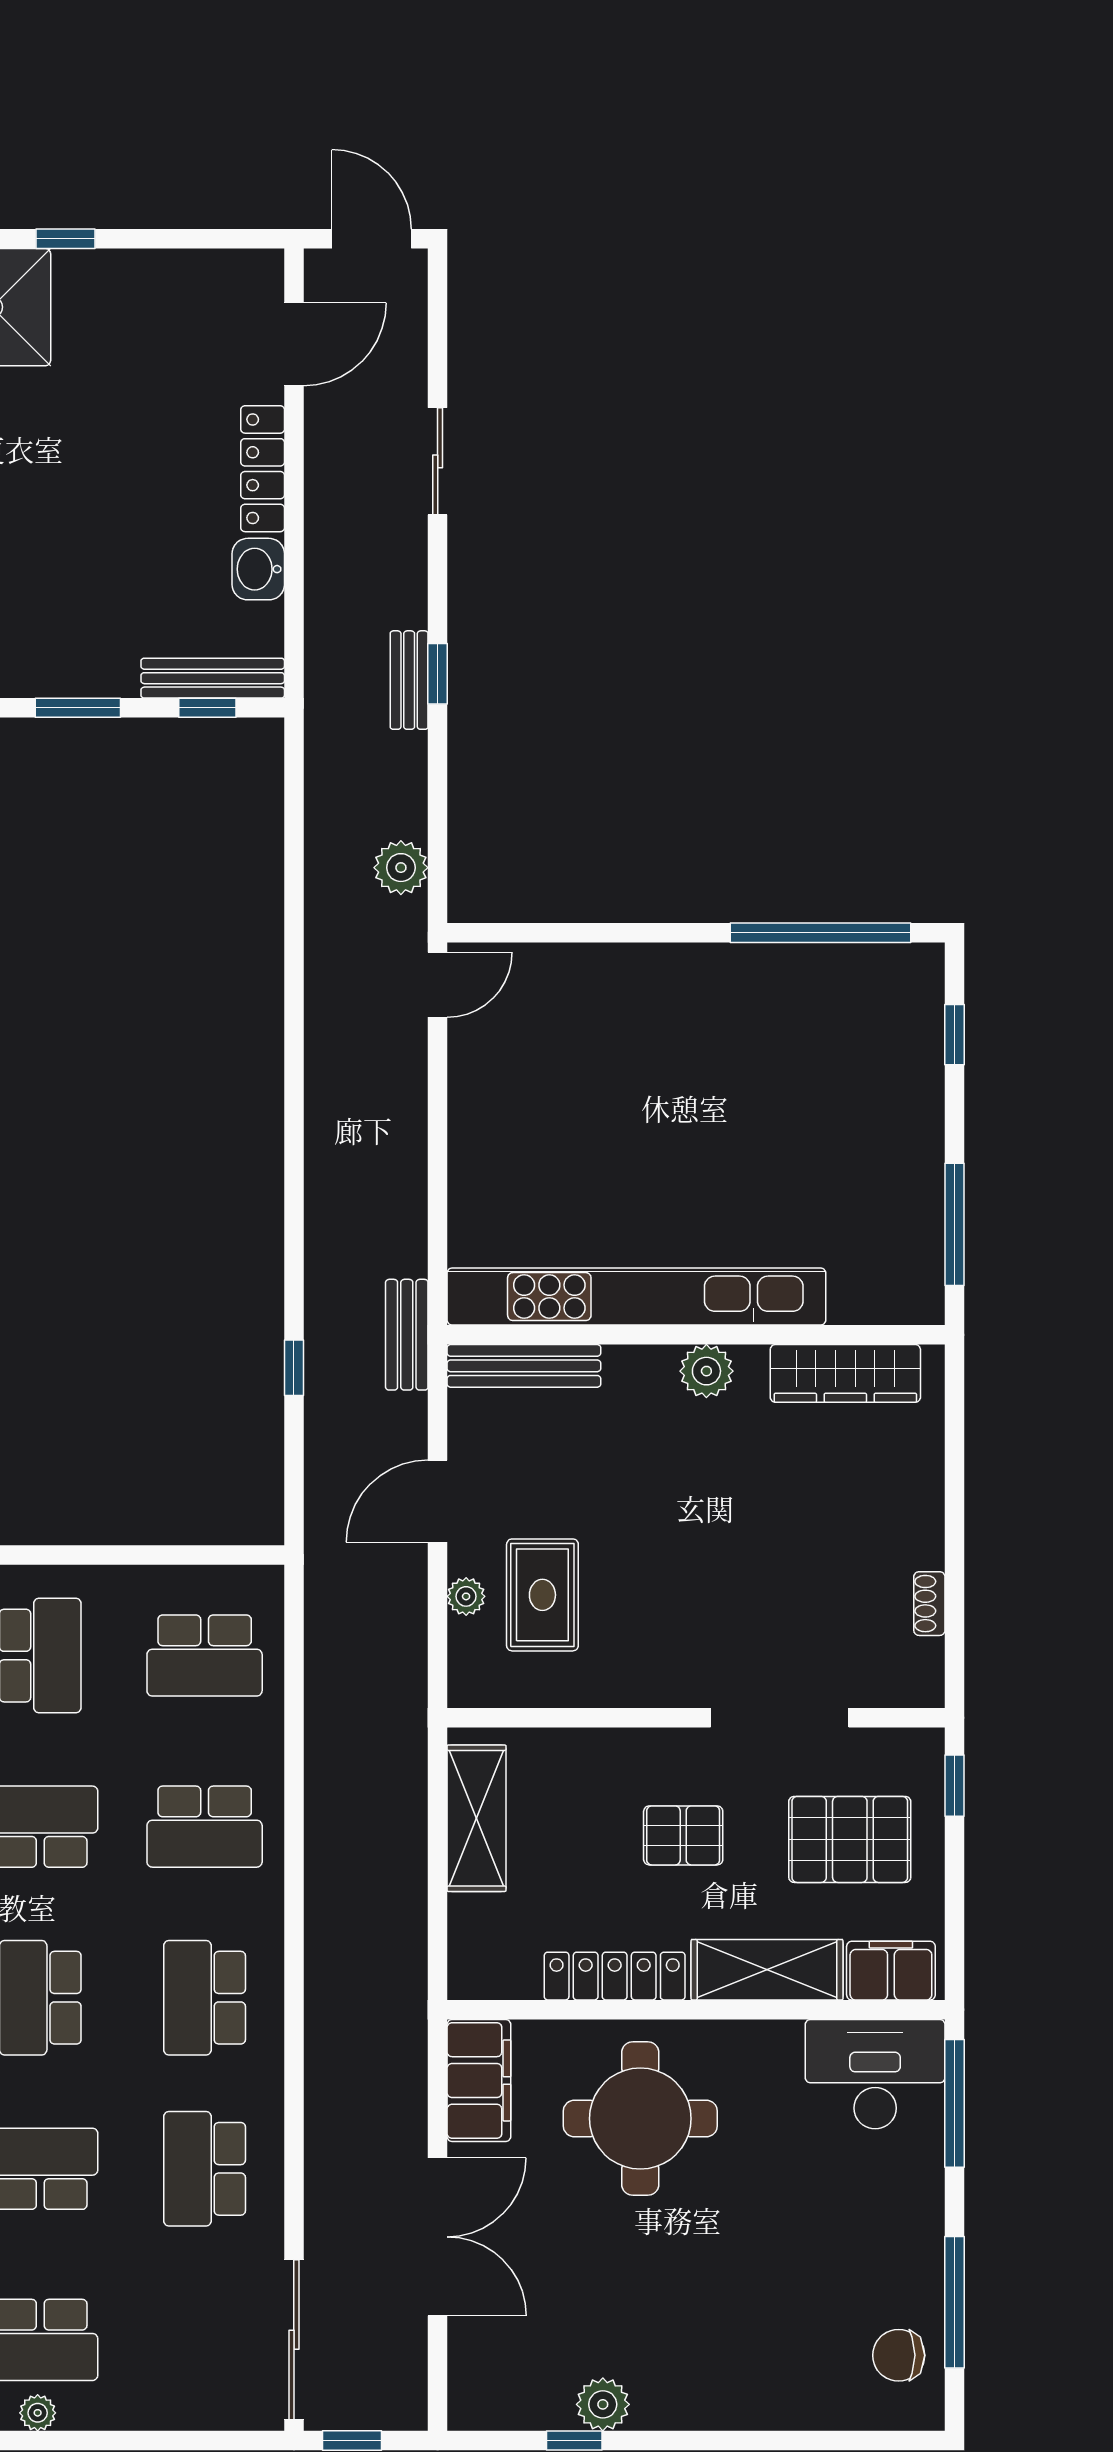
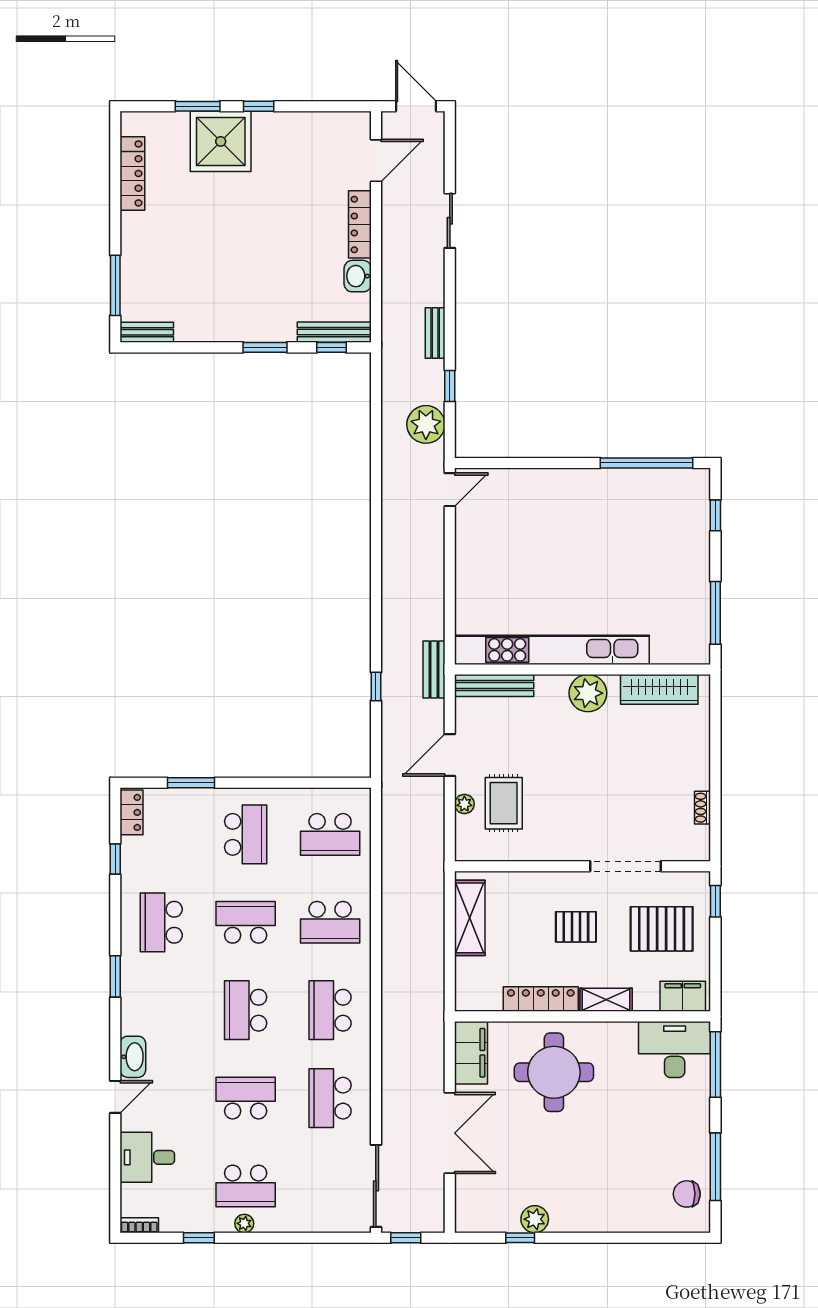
window: (438, 674) -> (450, 386), moved
plant: (401, 868) -> (426, 424), width x1.36, depth x1.36
plant: (706, 1371) -> (588, 693), width x1.36, depth x1.36
shelving: (767, 1970) -> (606, 1000), width x0.67, depth x0.75

